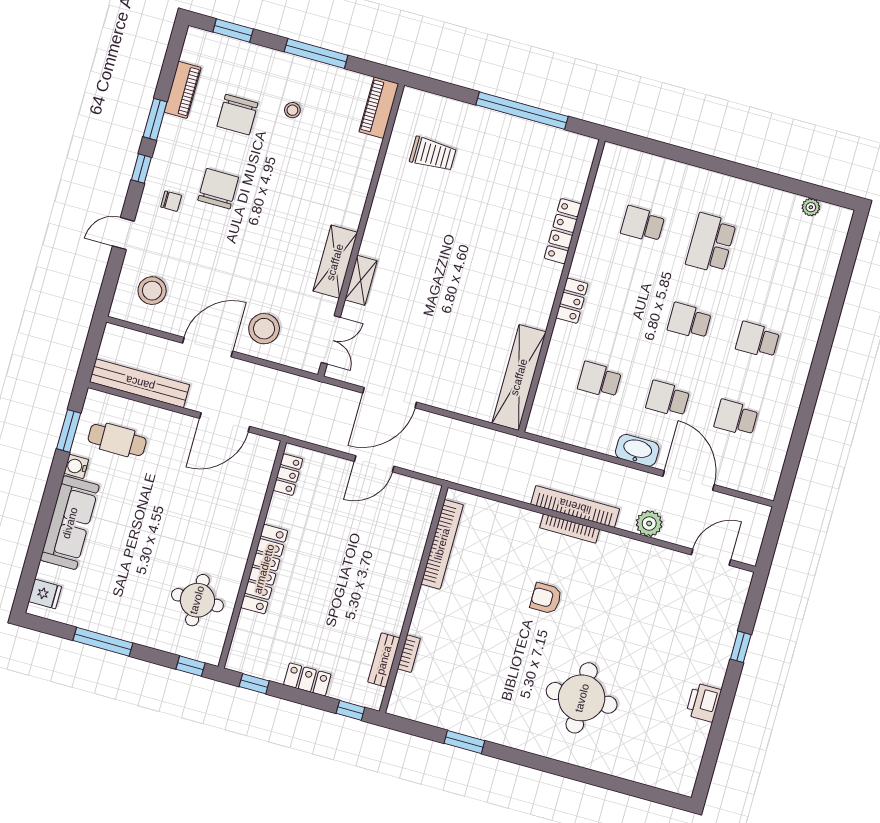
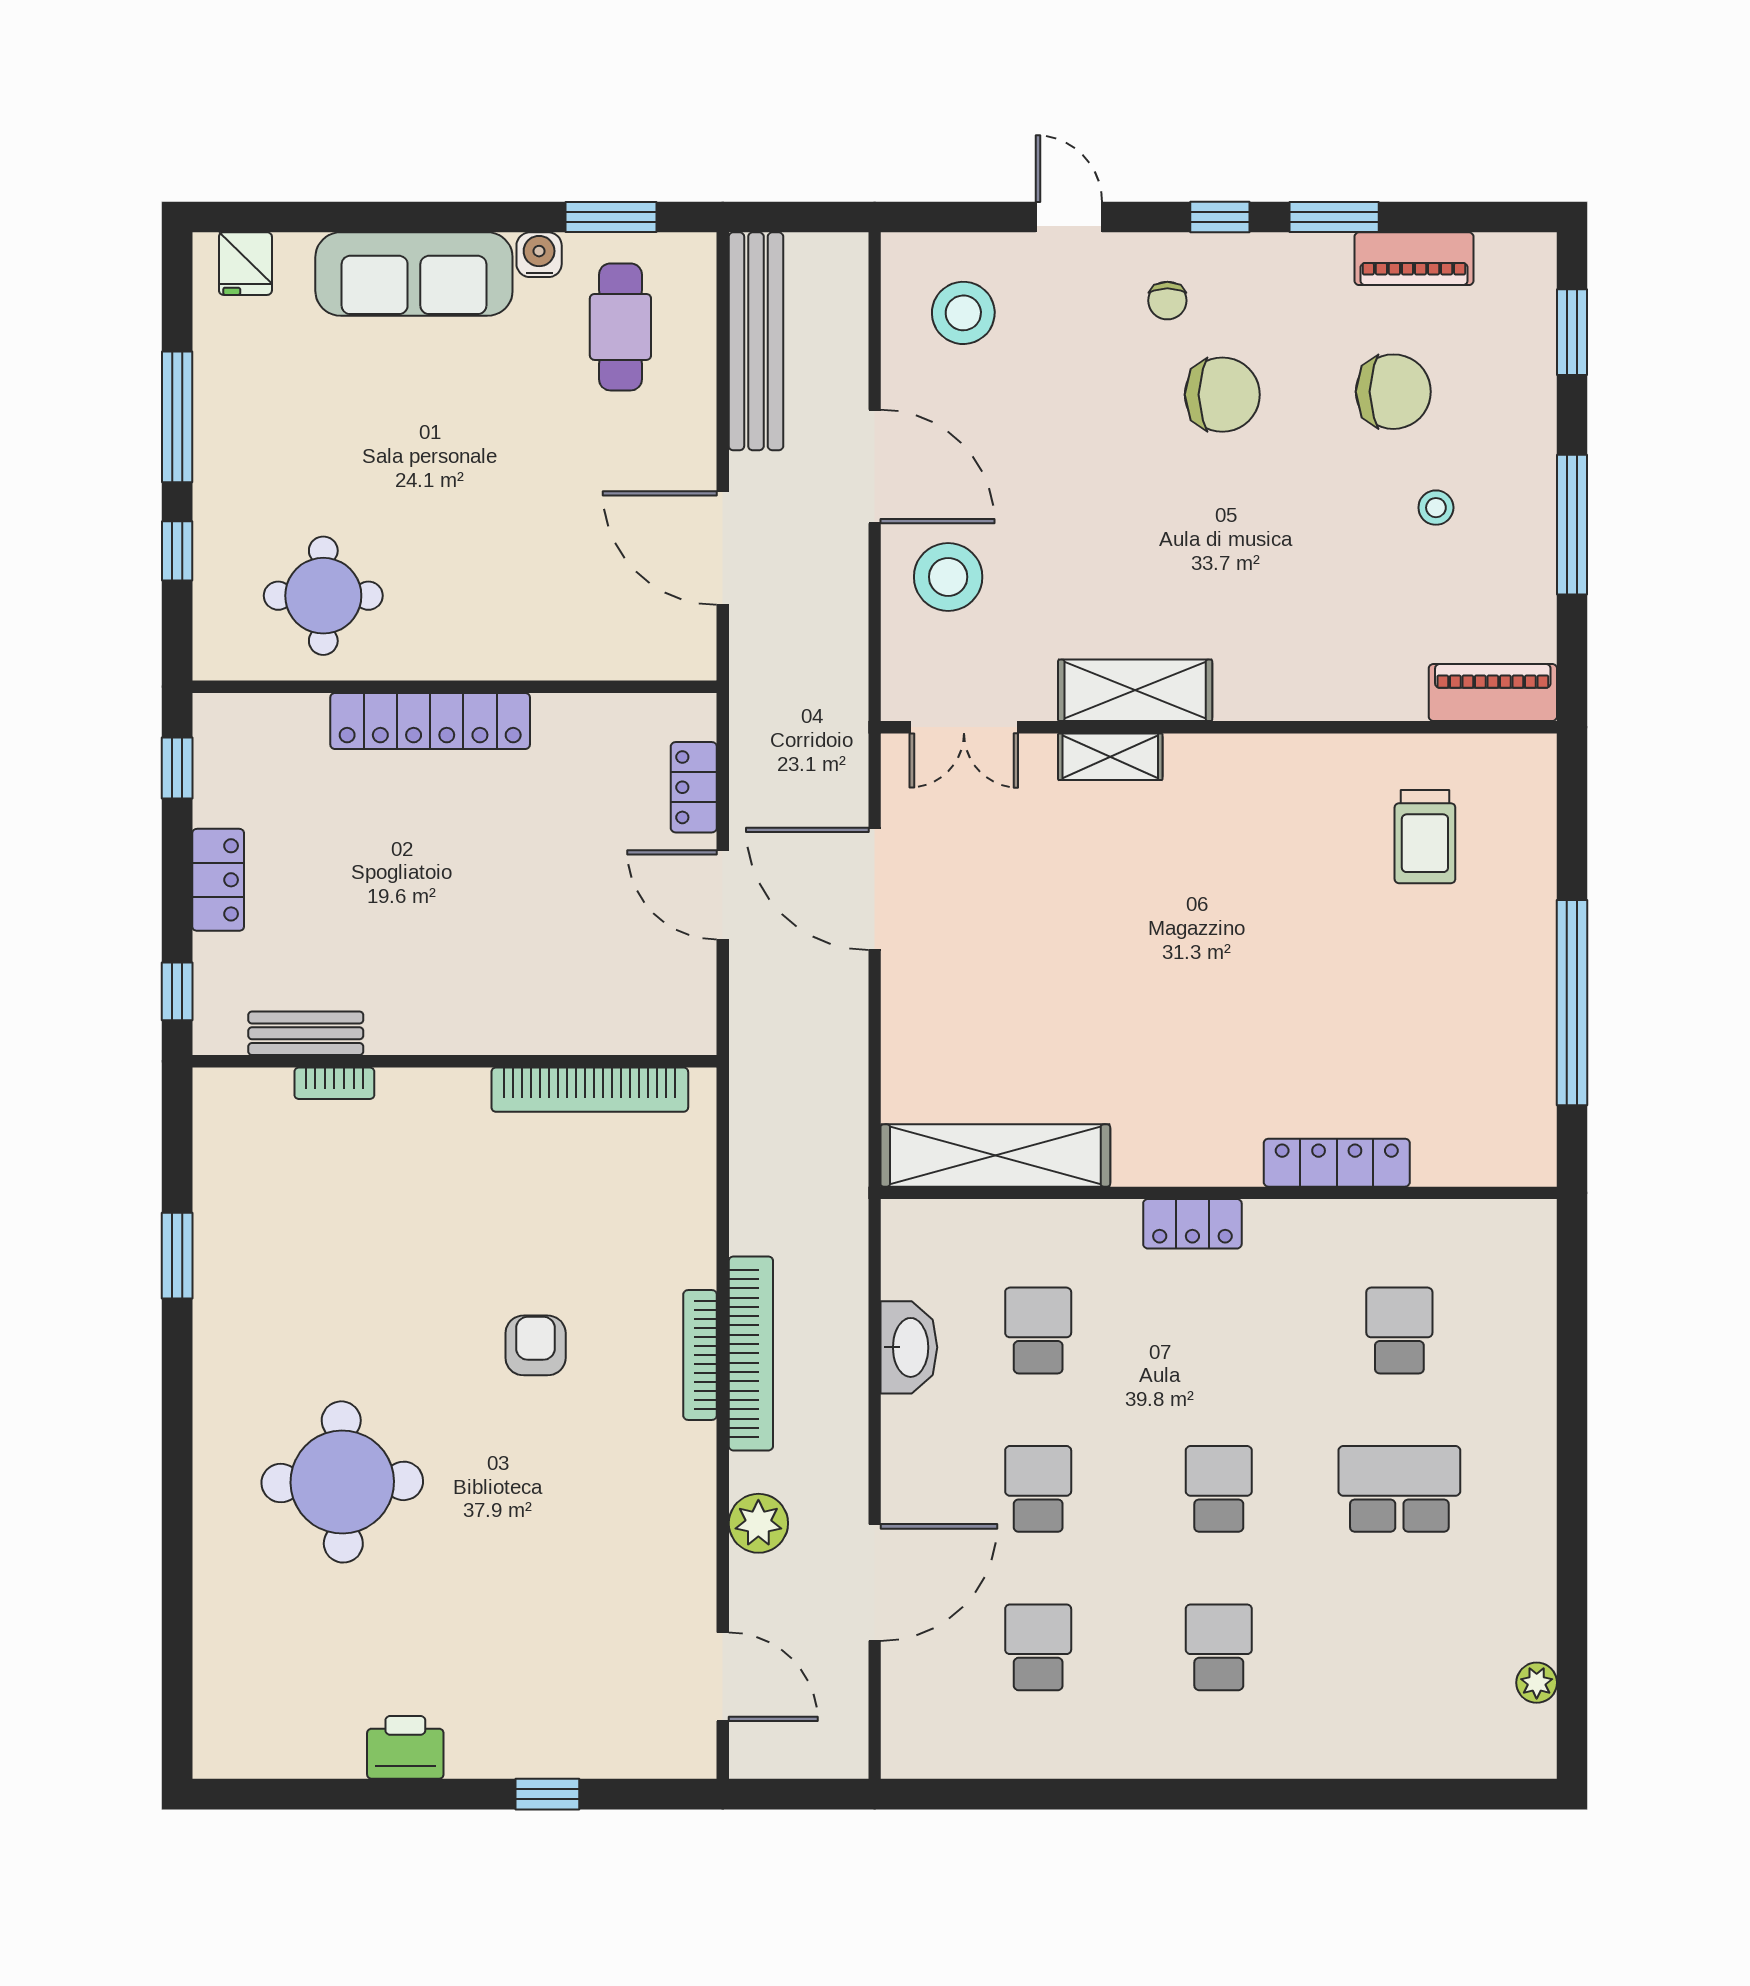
chair: (237, 115) -> (1393, 392), turned 180
washbasin: (637, 450) -> (909, 1347), moved
locker: (288, 475) -> (694, 787), moved, turned 90
window: (191, 666) -> (177, 551), moved

